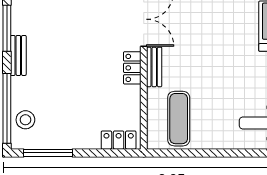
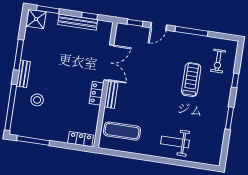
exercise mat: (179, 119) -> (122, 131), turned 90
stool: (25, 120) -> (37, 100), moved

